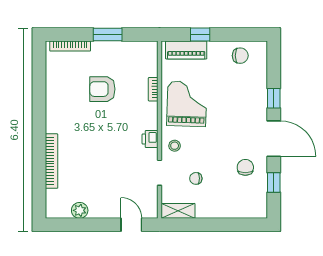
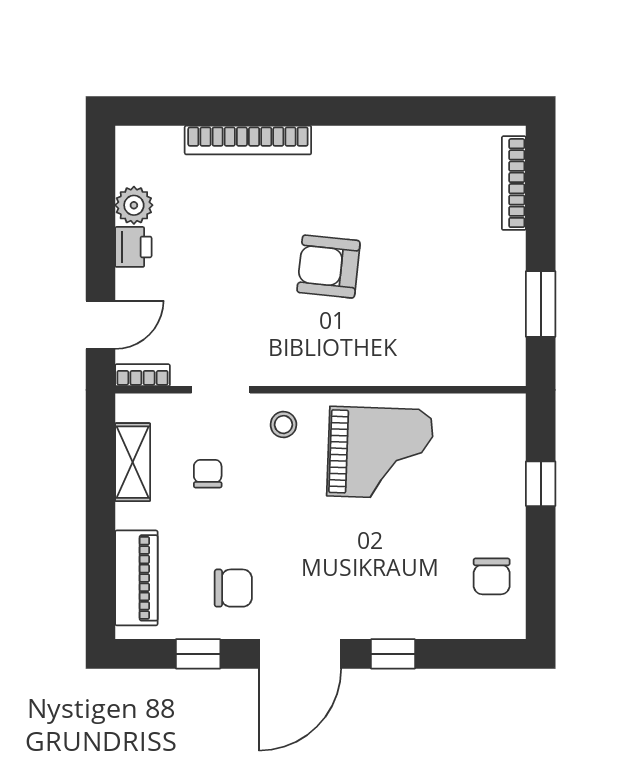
window: (108, 34) -> (541, 304), moved
piano: (186, 50) -> (136, 578), moved, turned 180
armchair: (102, 89) -> (329, 267), moved, turned -84
bookcase: (153, 89) -> (142, 375), moved
printer: (150, 139) -> (133, 247), moved, turned 90
shelving: (178, 211) -> (133, 462), moved

